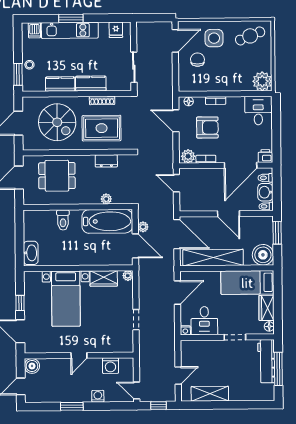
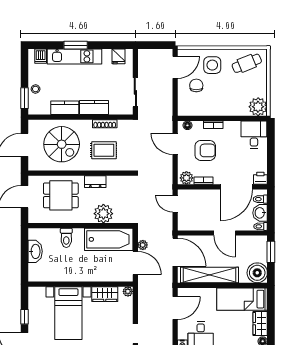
rug: (102, 128) -> (104, 150), width x0.73, depth x0.70
dresser: (106, 161) -> (95, 182), moved
plant: (106, 199) -> (103, 214), width x1.88, depth x1.88
washbasin: (31, 253) -> (35, 251), moved

